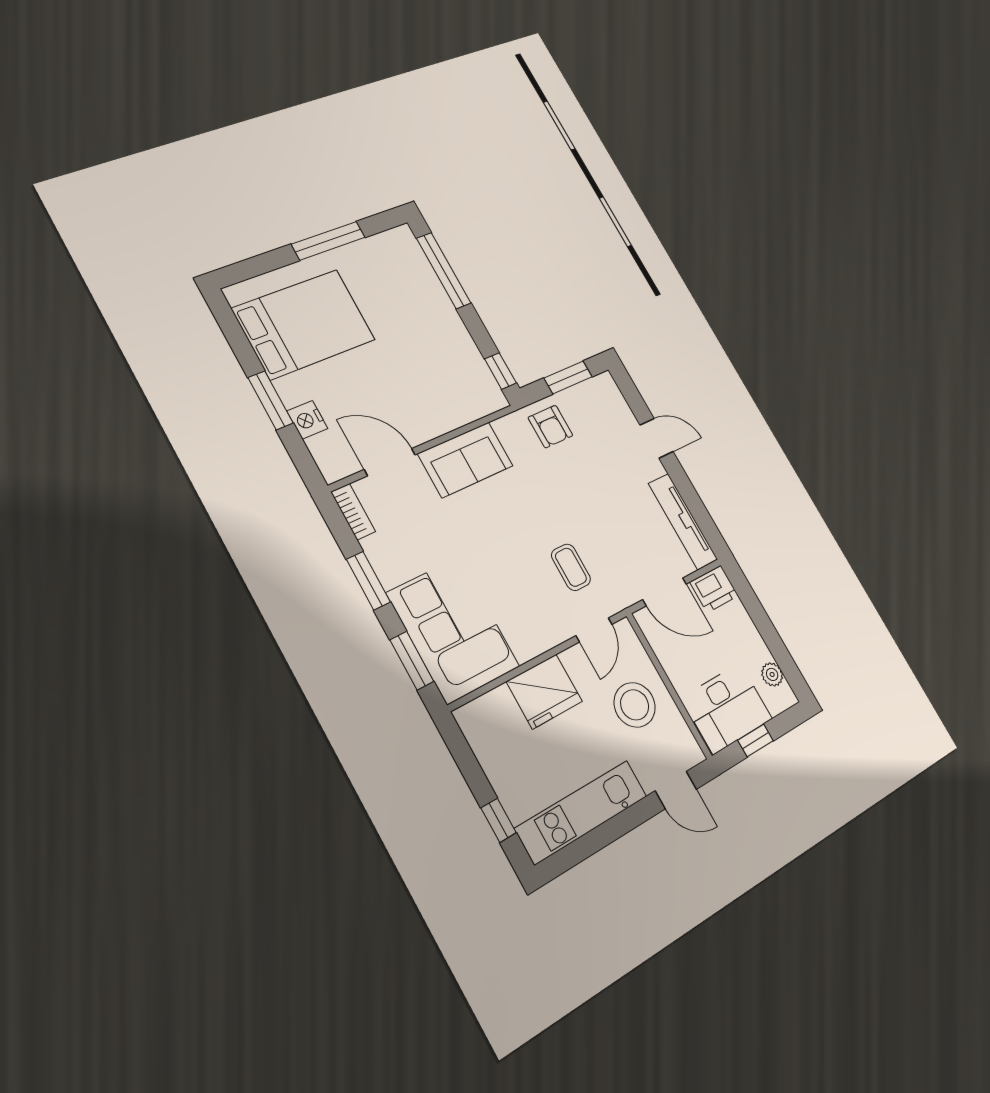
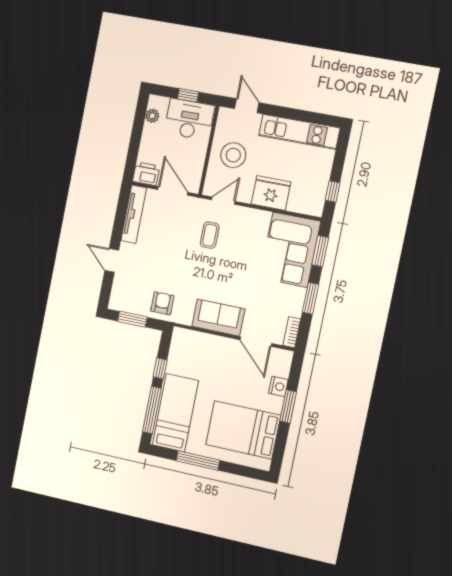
bed: (411, 287) -> (175, 413), added
window: (500, 371) -> (160, 368), moved
window: (499, 820) -> (333, 192), moved

